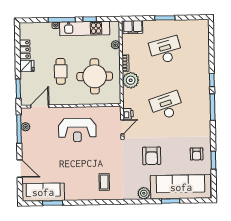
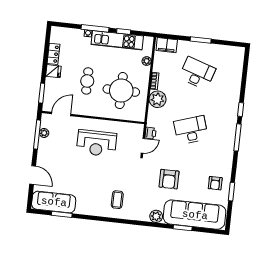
desk: (166, 50) -> (197, 73), turned 33

